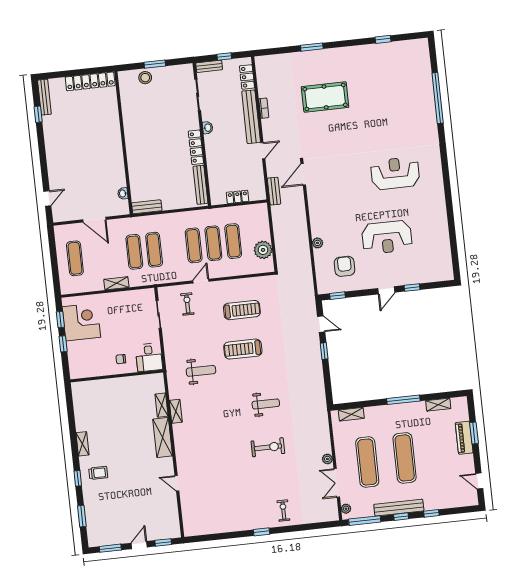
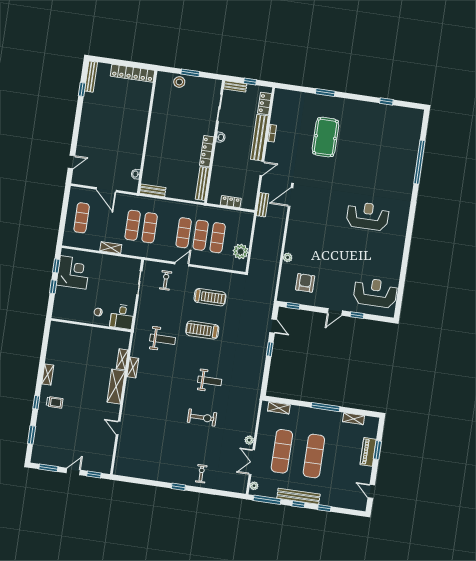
pool table: (325, 97) -> (325, 137), turned 90
reception desk: (387, 237) -> (375, 293), moved, turned 180

